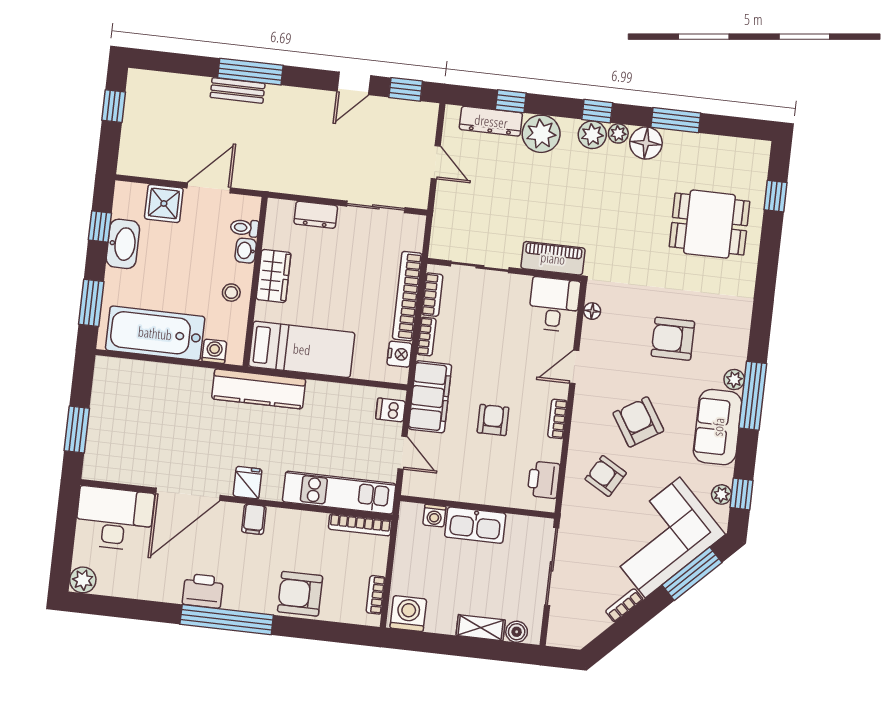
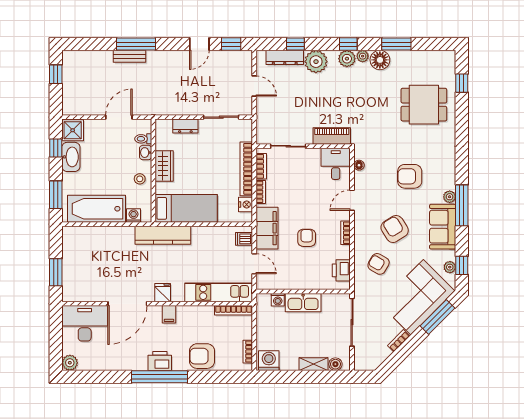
shower: (164, 203) -> (73, 130), moved
printer: (203, 591) -> (160, 361), moved

